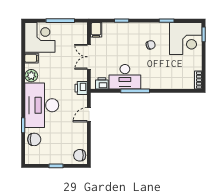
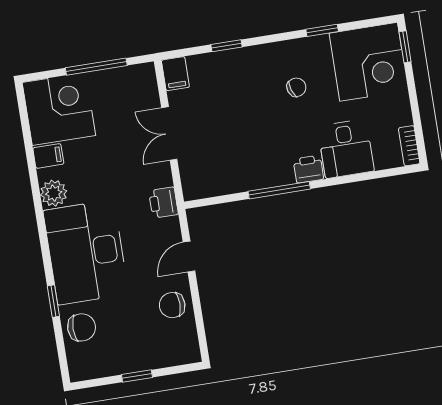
desk: (125, 77) -> (346, 149), moved, width x0.73
printer: (102, 83) -> (308, 169), moved
chair: (80, 155) -> (172, 305), moved

